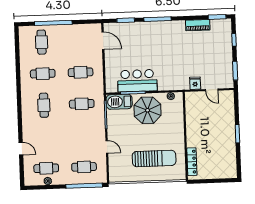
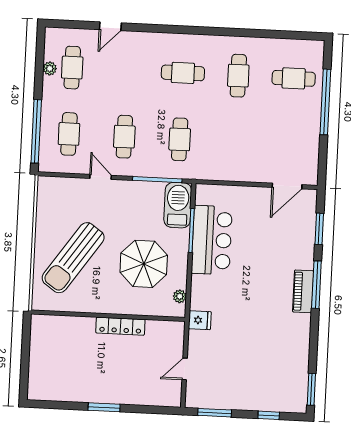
piano: (198, 25) -> (303, 291), moved
cafe table: (81, 72) -> (124, 137), moved
fridge: (195, 83) -> (200, 320), moved
parasol: (148, 110) -> (144, 264), moved
door: (107, 147) -> (101, 177), swing flipped
sun lounger: (154, 159) -> (73, 258), turned 35
locker: (192, 162) -> (120, 326), moved

